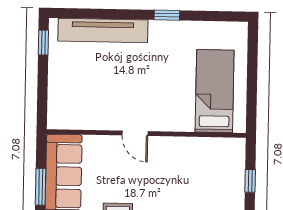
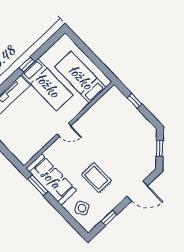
bed: (167, 62) -> (47, 85), added
window: (41, 187) -> (38, 185), moved

